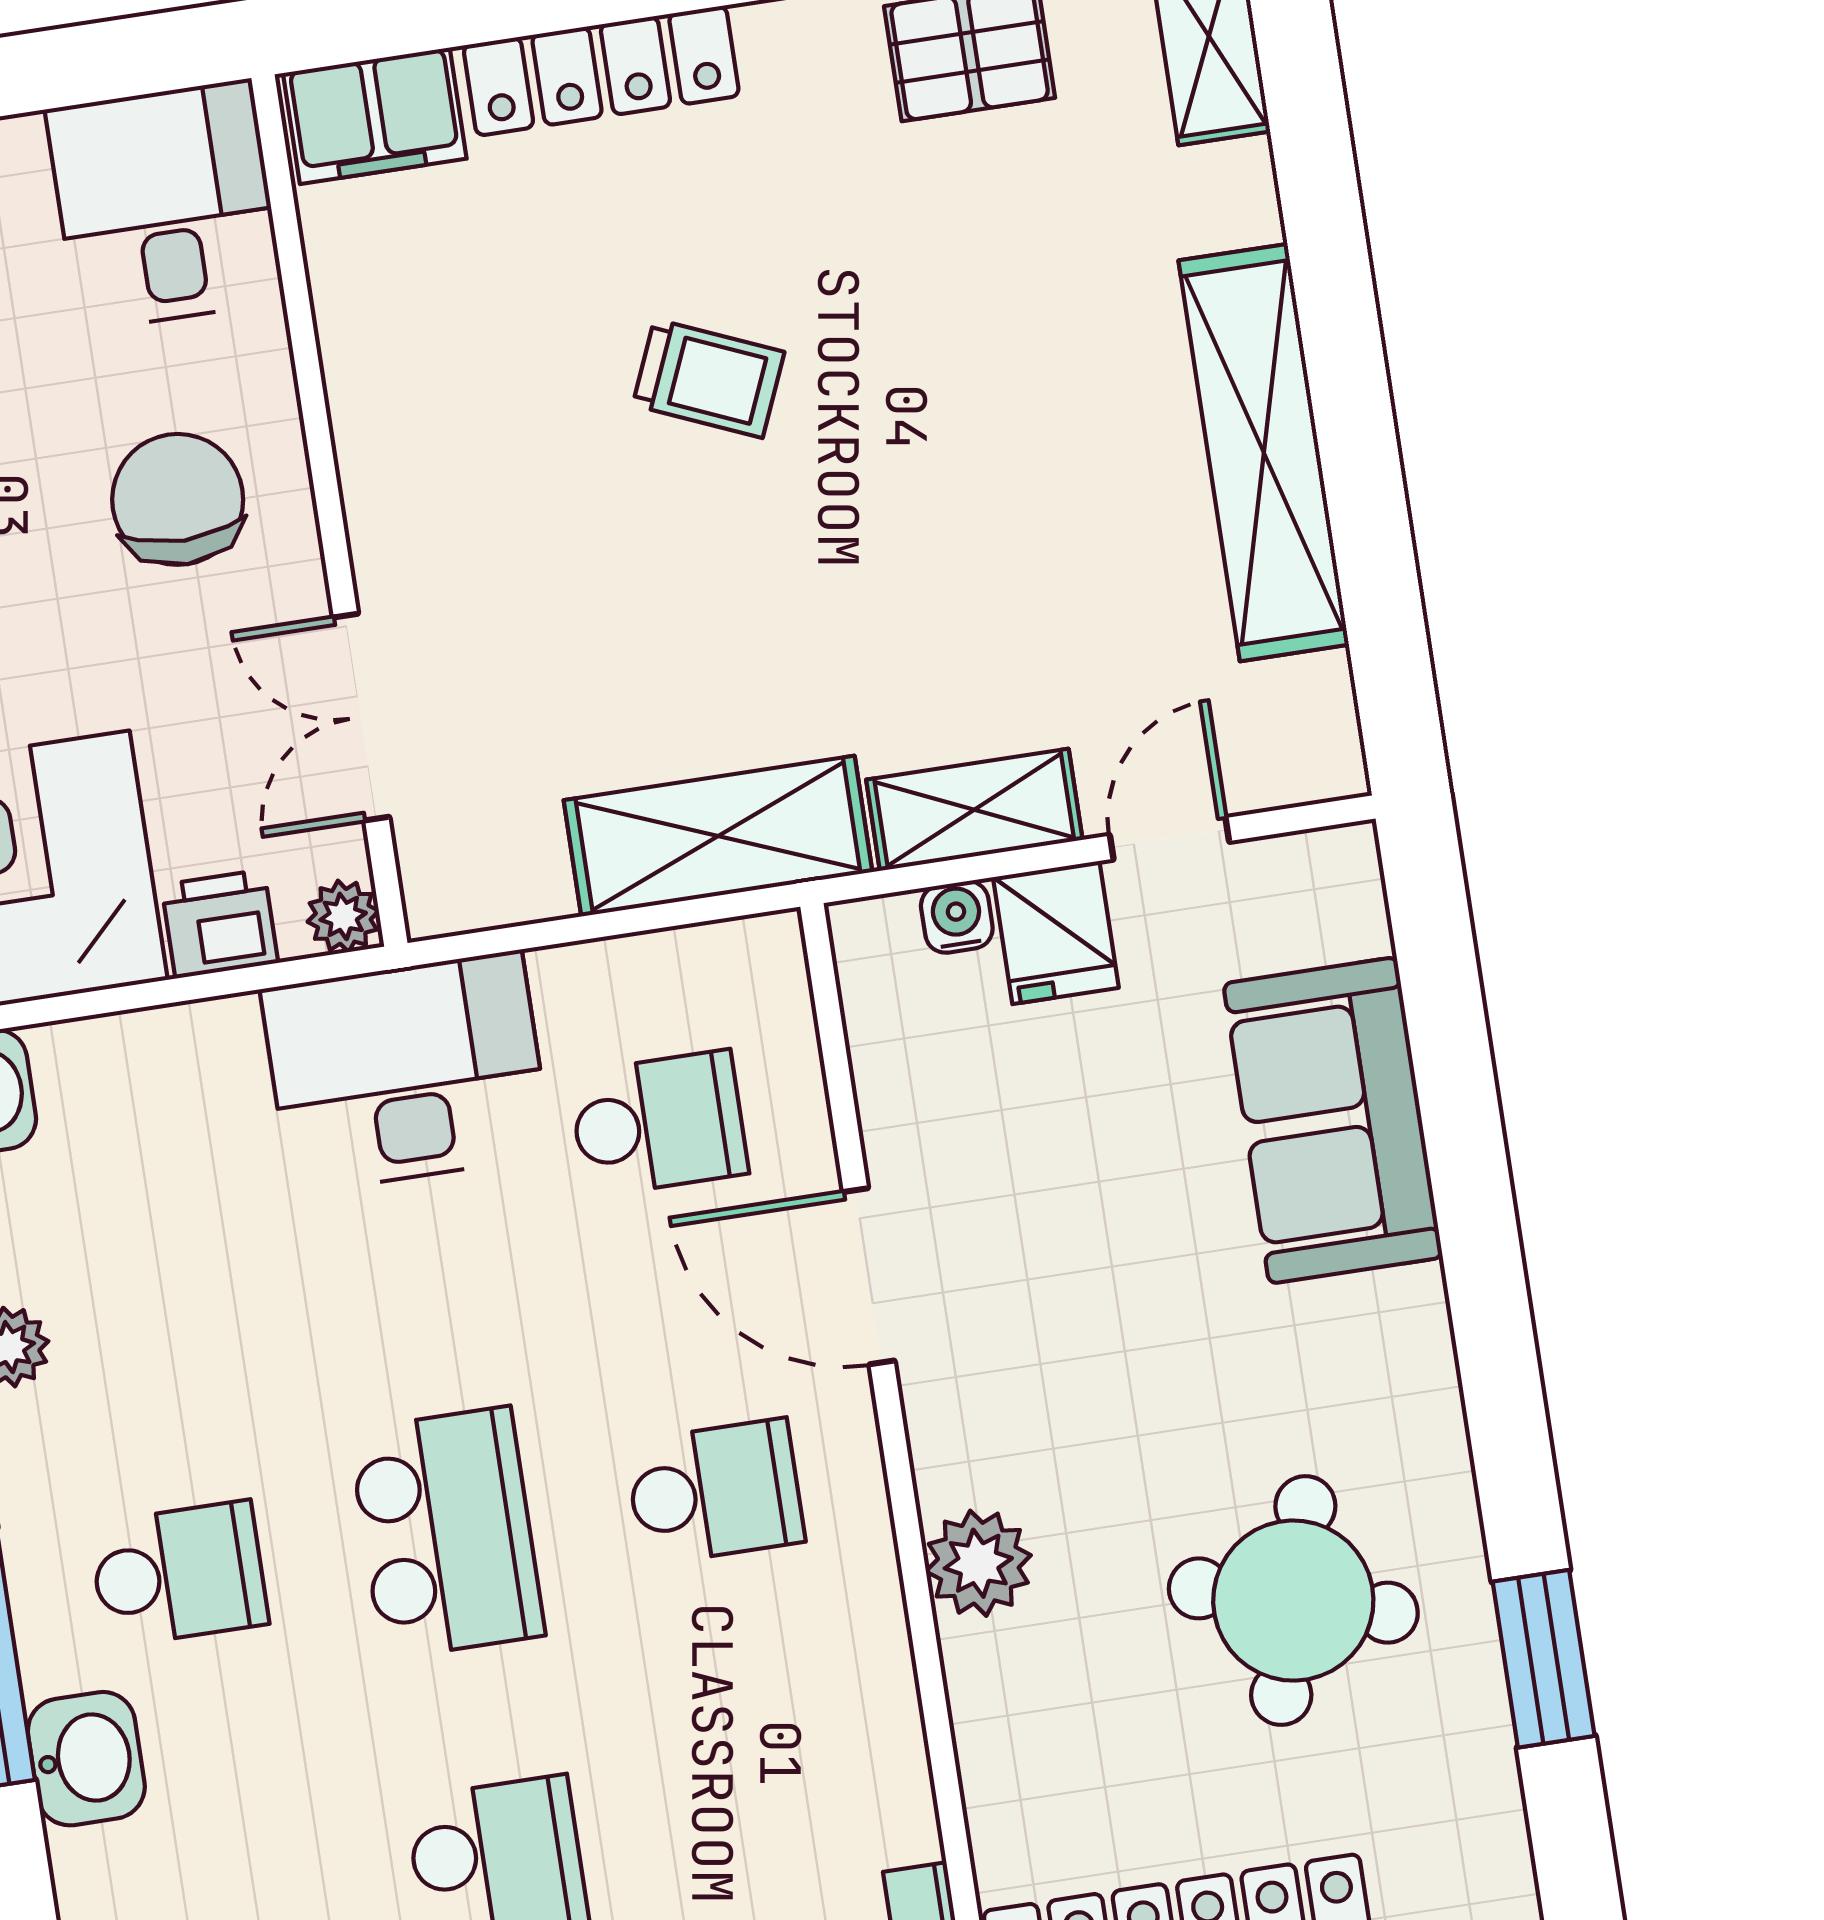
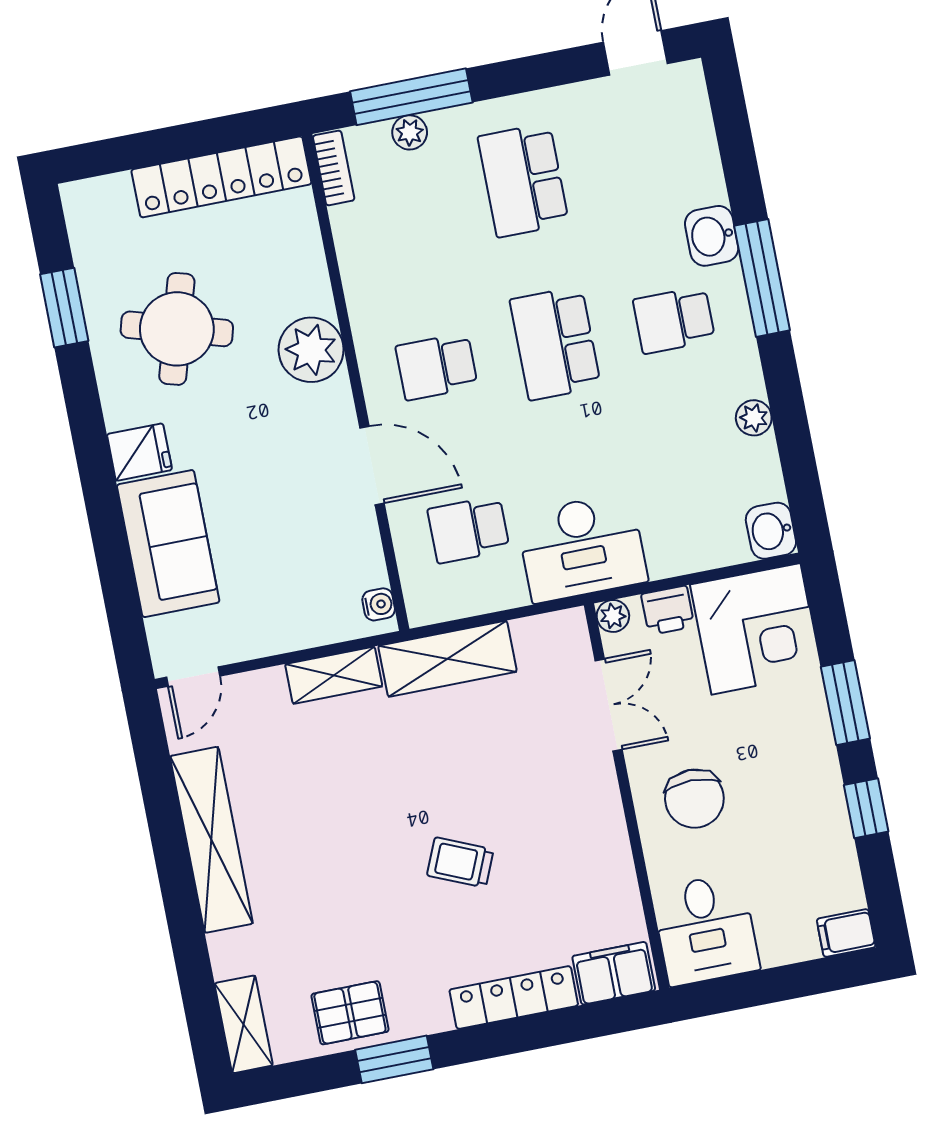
door: (1169, 838) -> (193, 677), moved
water cooler: (957, 917) -> (379, 604), moved, turned -90
fridge: (1056, 932) -> (139, 452), moved, turned 90
plant: (978, 1563) -> (311, 350), width x1.36, depth x1.36

